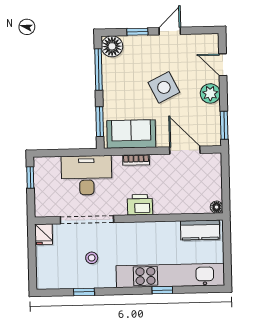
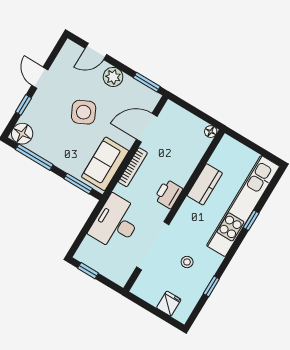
bookcase: (136, 160) -> (133, 167), width x1.56
kitchen counter: (200, 230) -> (205, 184), moved
fridge: (44, 234) -> (169, 304), moved, turned -90

